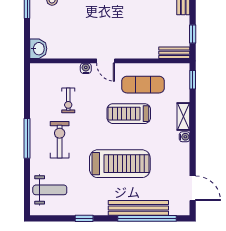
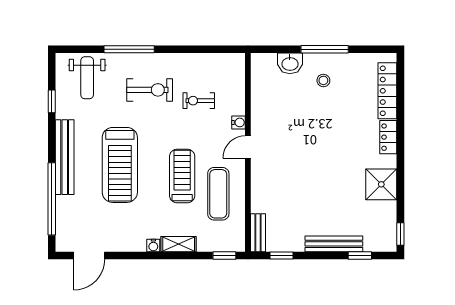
washbasin: (38, 49) -> (290, 63), moved
window: (27, 138) -> (129, 49), moved
bench: (138, 208) -> (65, 157), moved
window: (84, 218) -> (52, 101), moved

